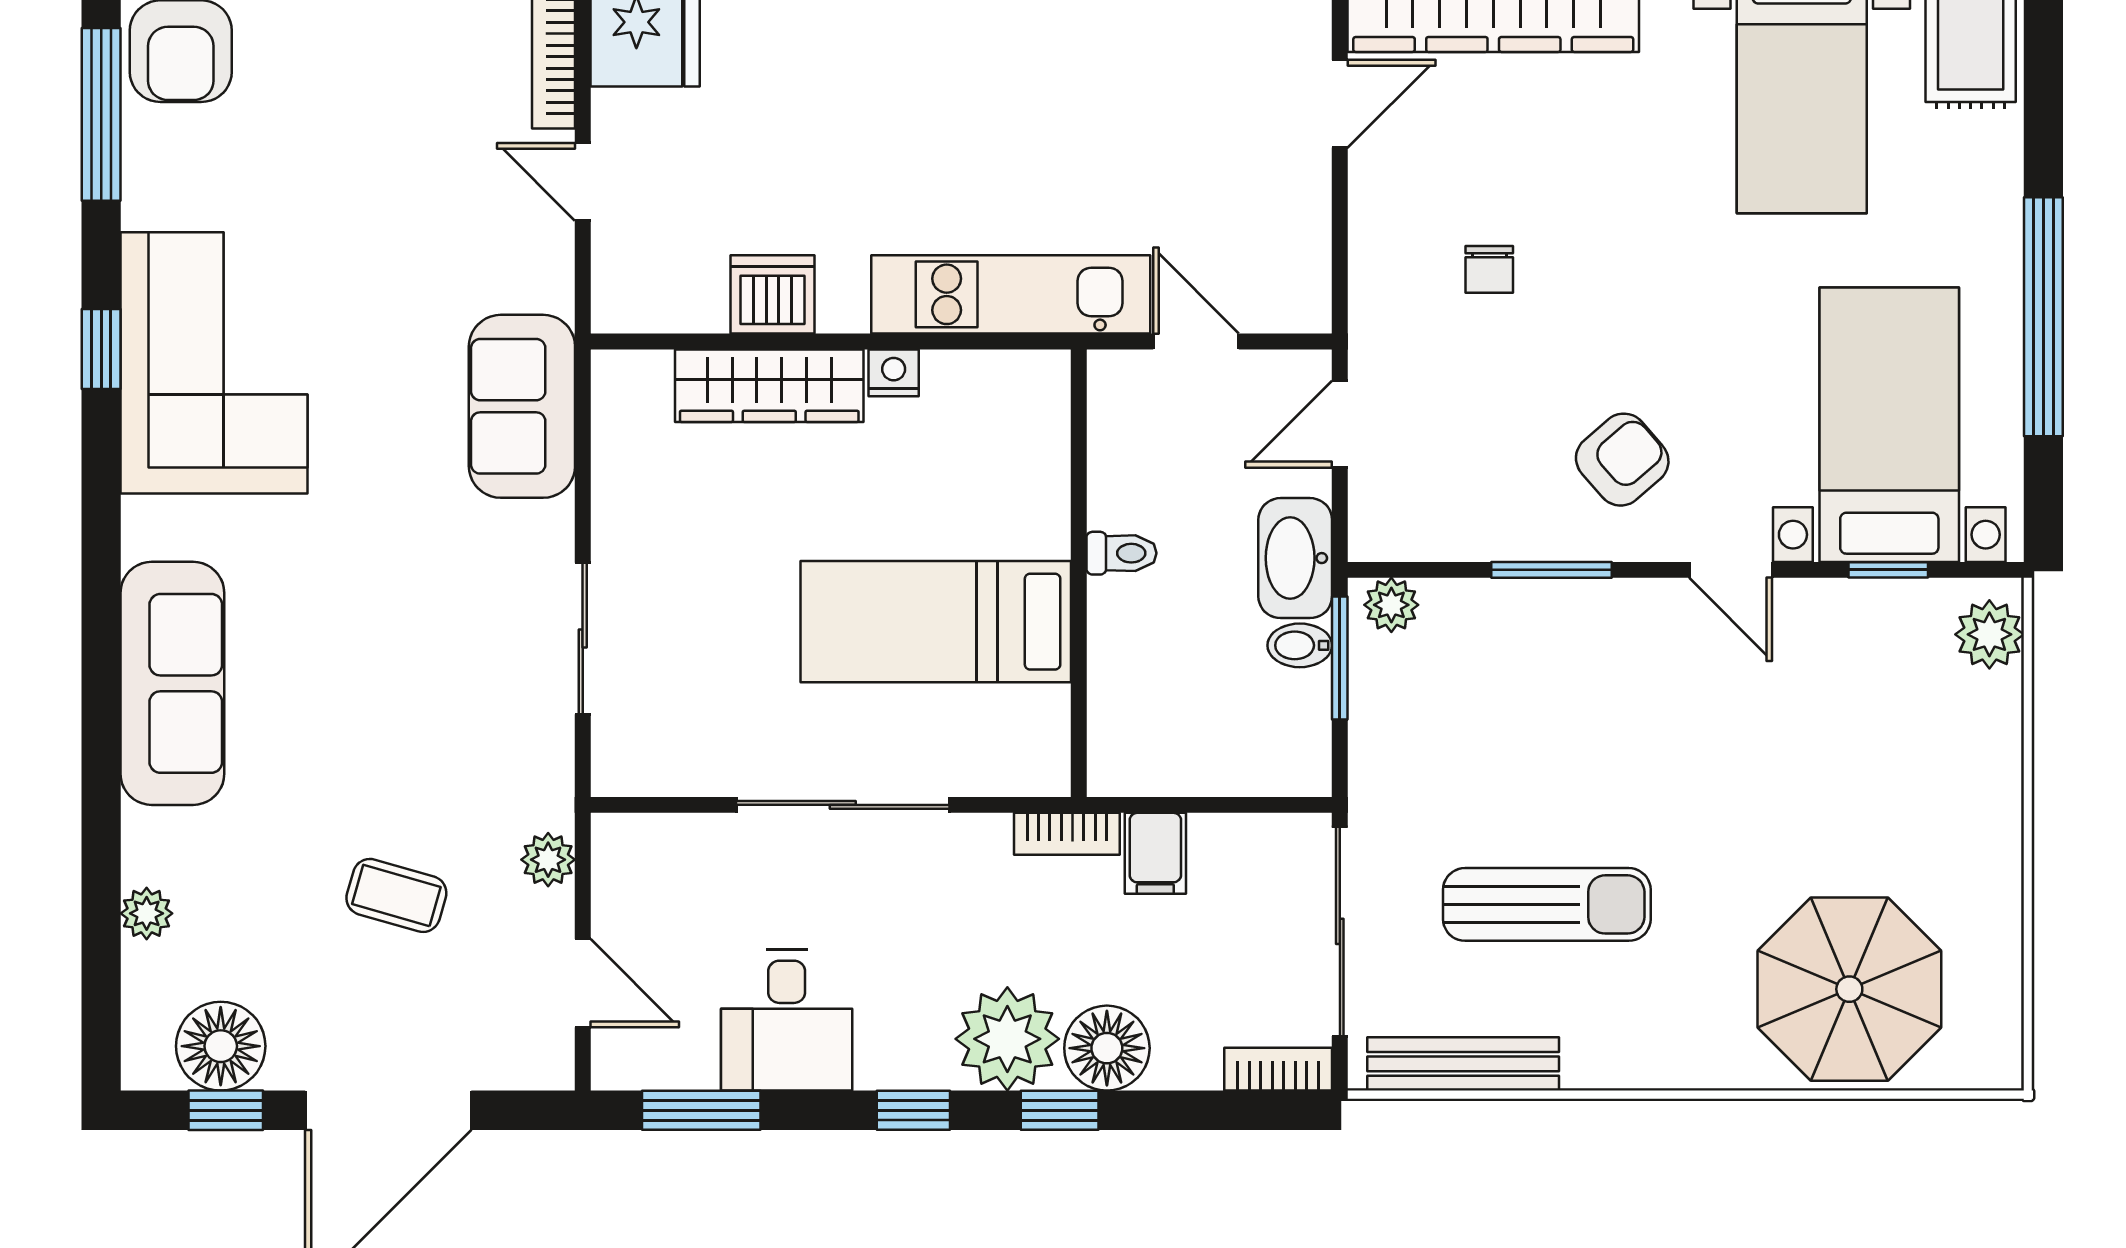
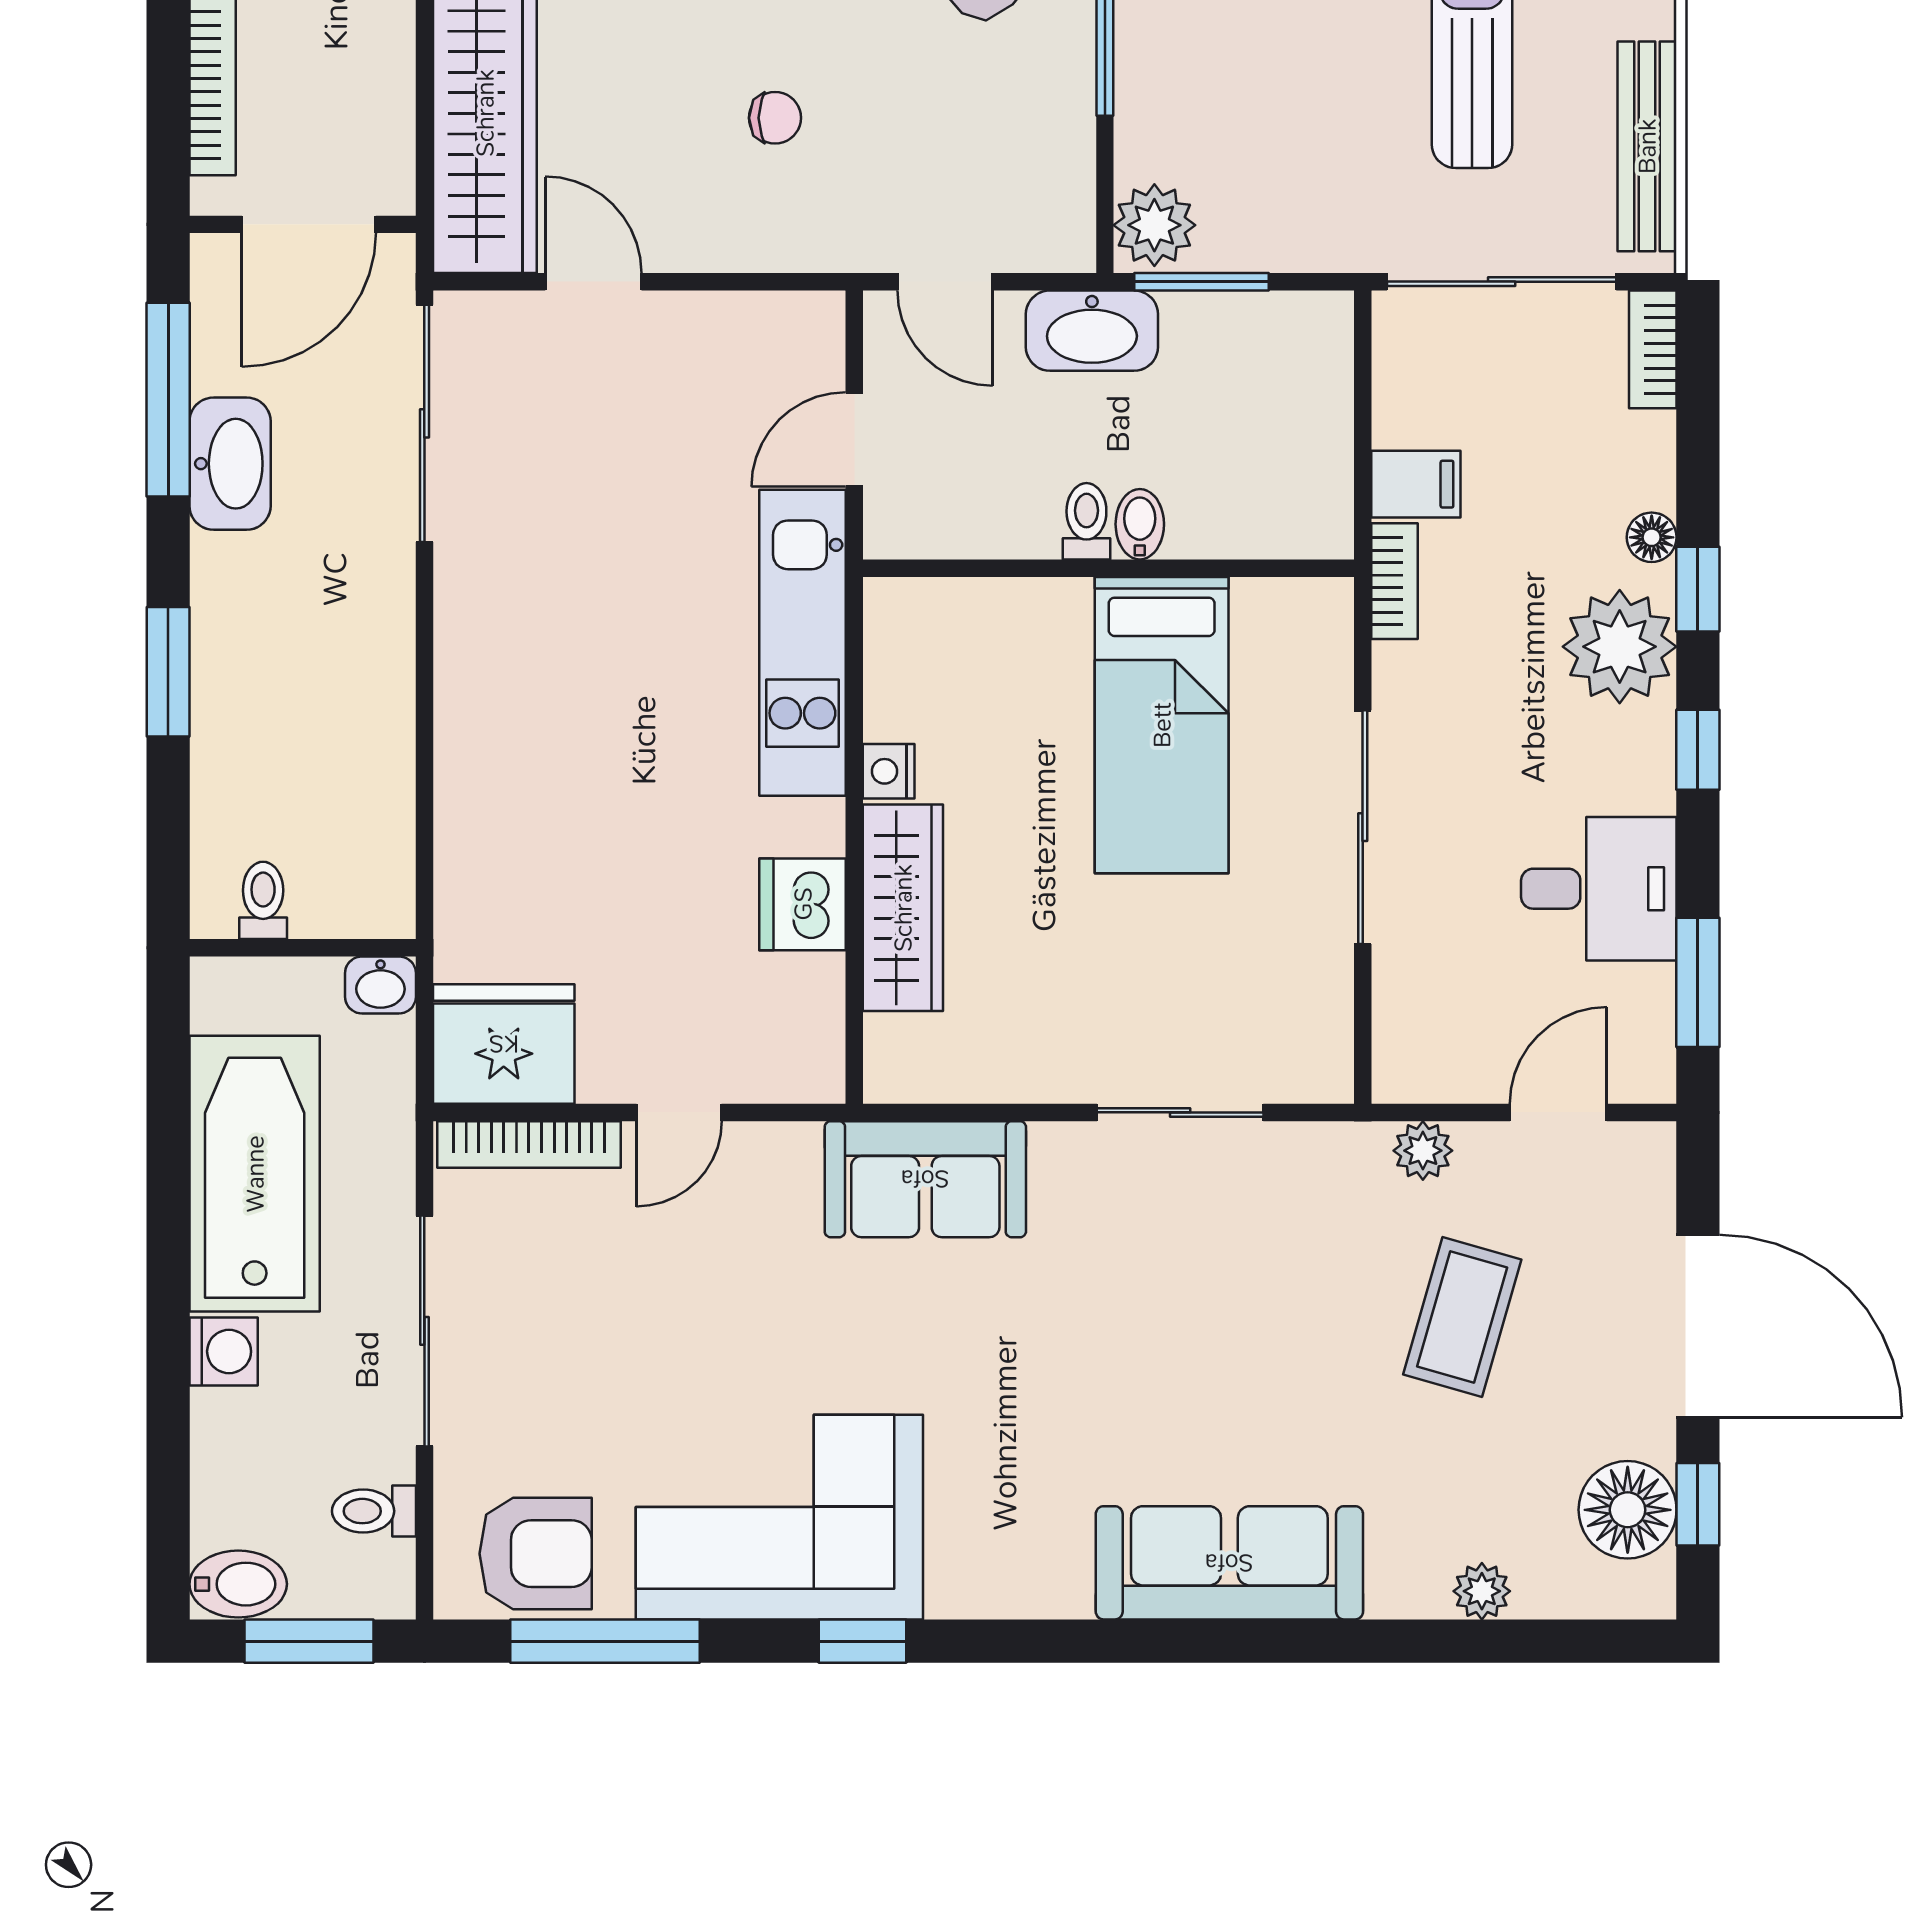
corner sofa: (214, 363) -> (779, 1517), moved
plant: (1391, 605) -> (1154, 225), width x1.38, depth x1.38
bidet: (1300, 645) -> (1140, 524), moved, turned 180
coffee table: (396, 895) -> (1462, 1317), width x1.36, depth x1.30
floor lamp: (1107, 1048) -> (1652, 537), width x0.53, depth x0.53

